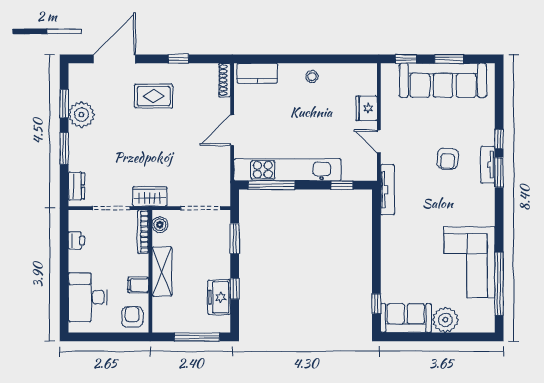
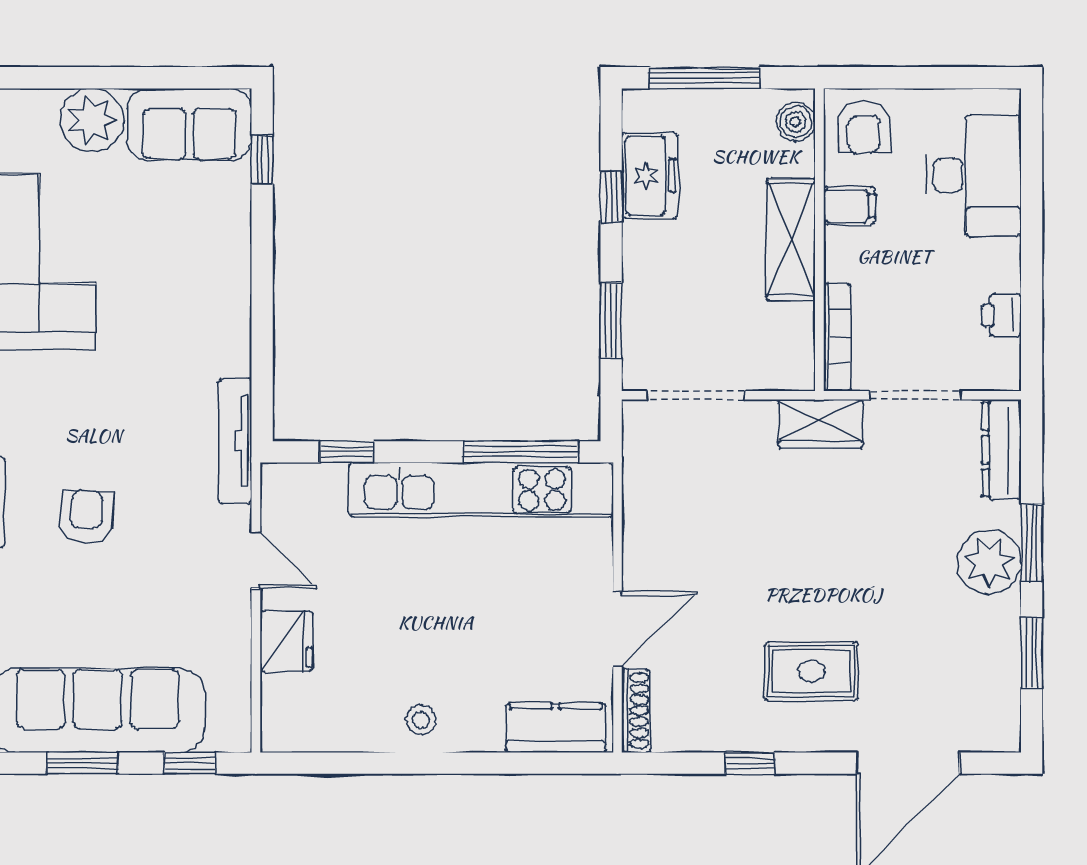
plant: (81, 115) -> (989, 562), moved
door: (232, 130) -> (618, 629), moved
dresser: (76, 186) -> (1002, 450), width x1.44
boiler: (160, 225) -> (796, 122), moved

